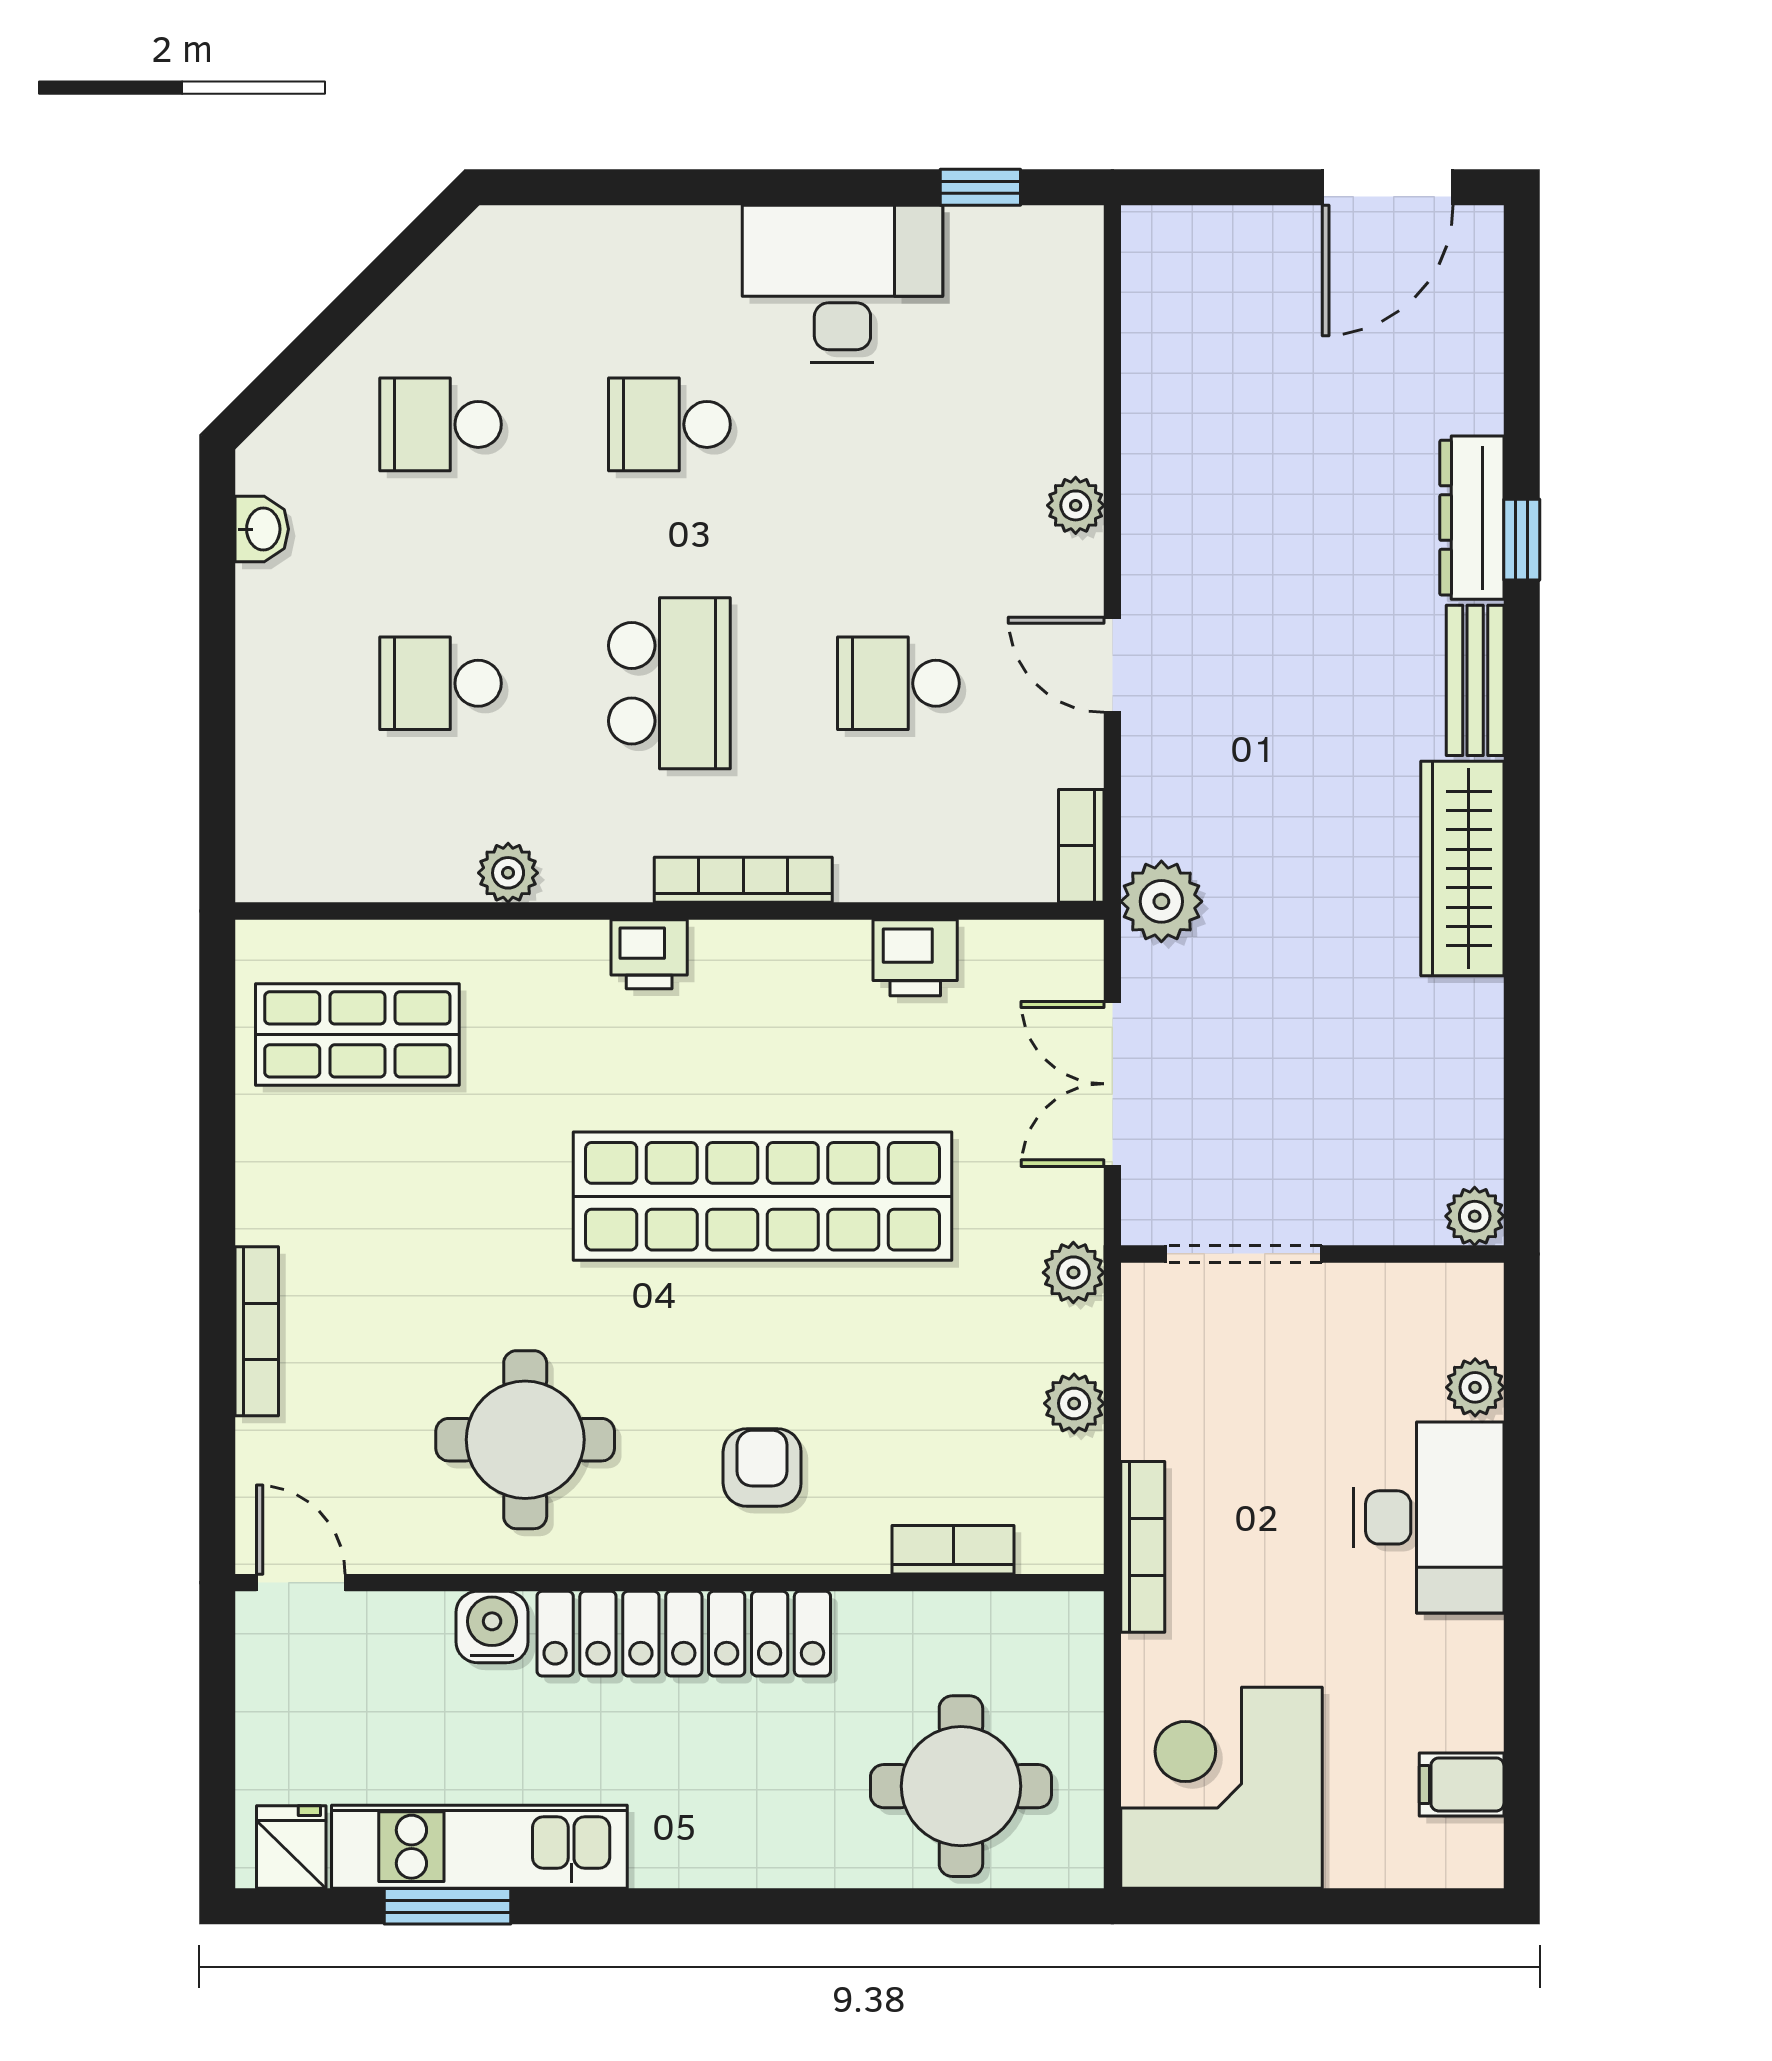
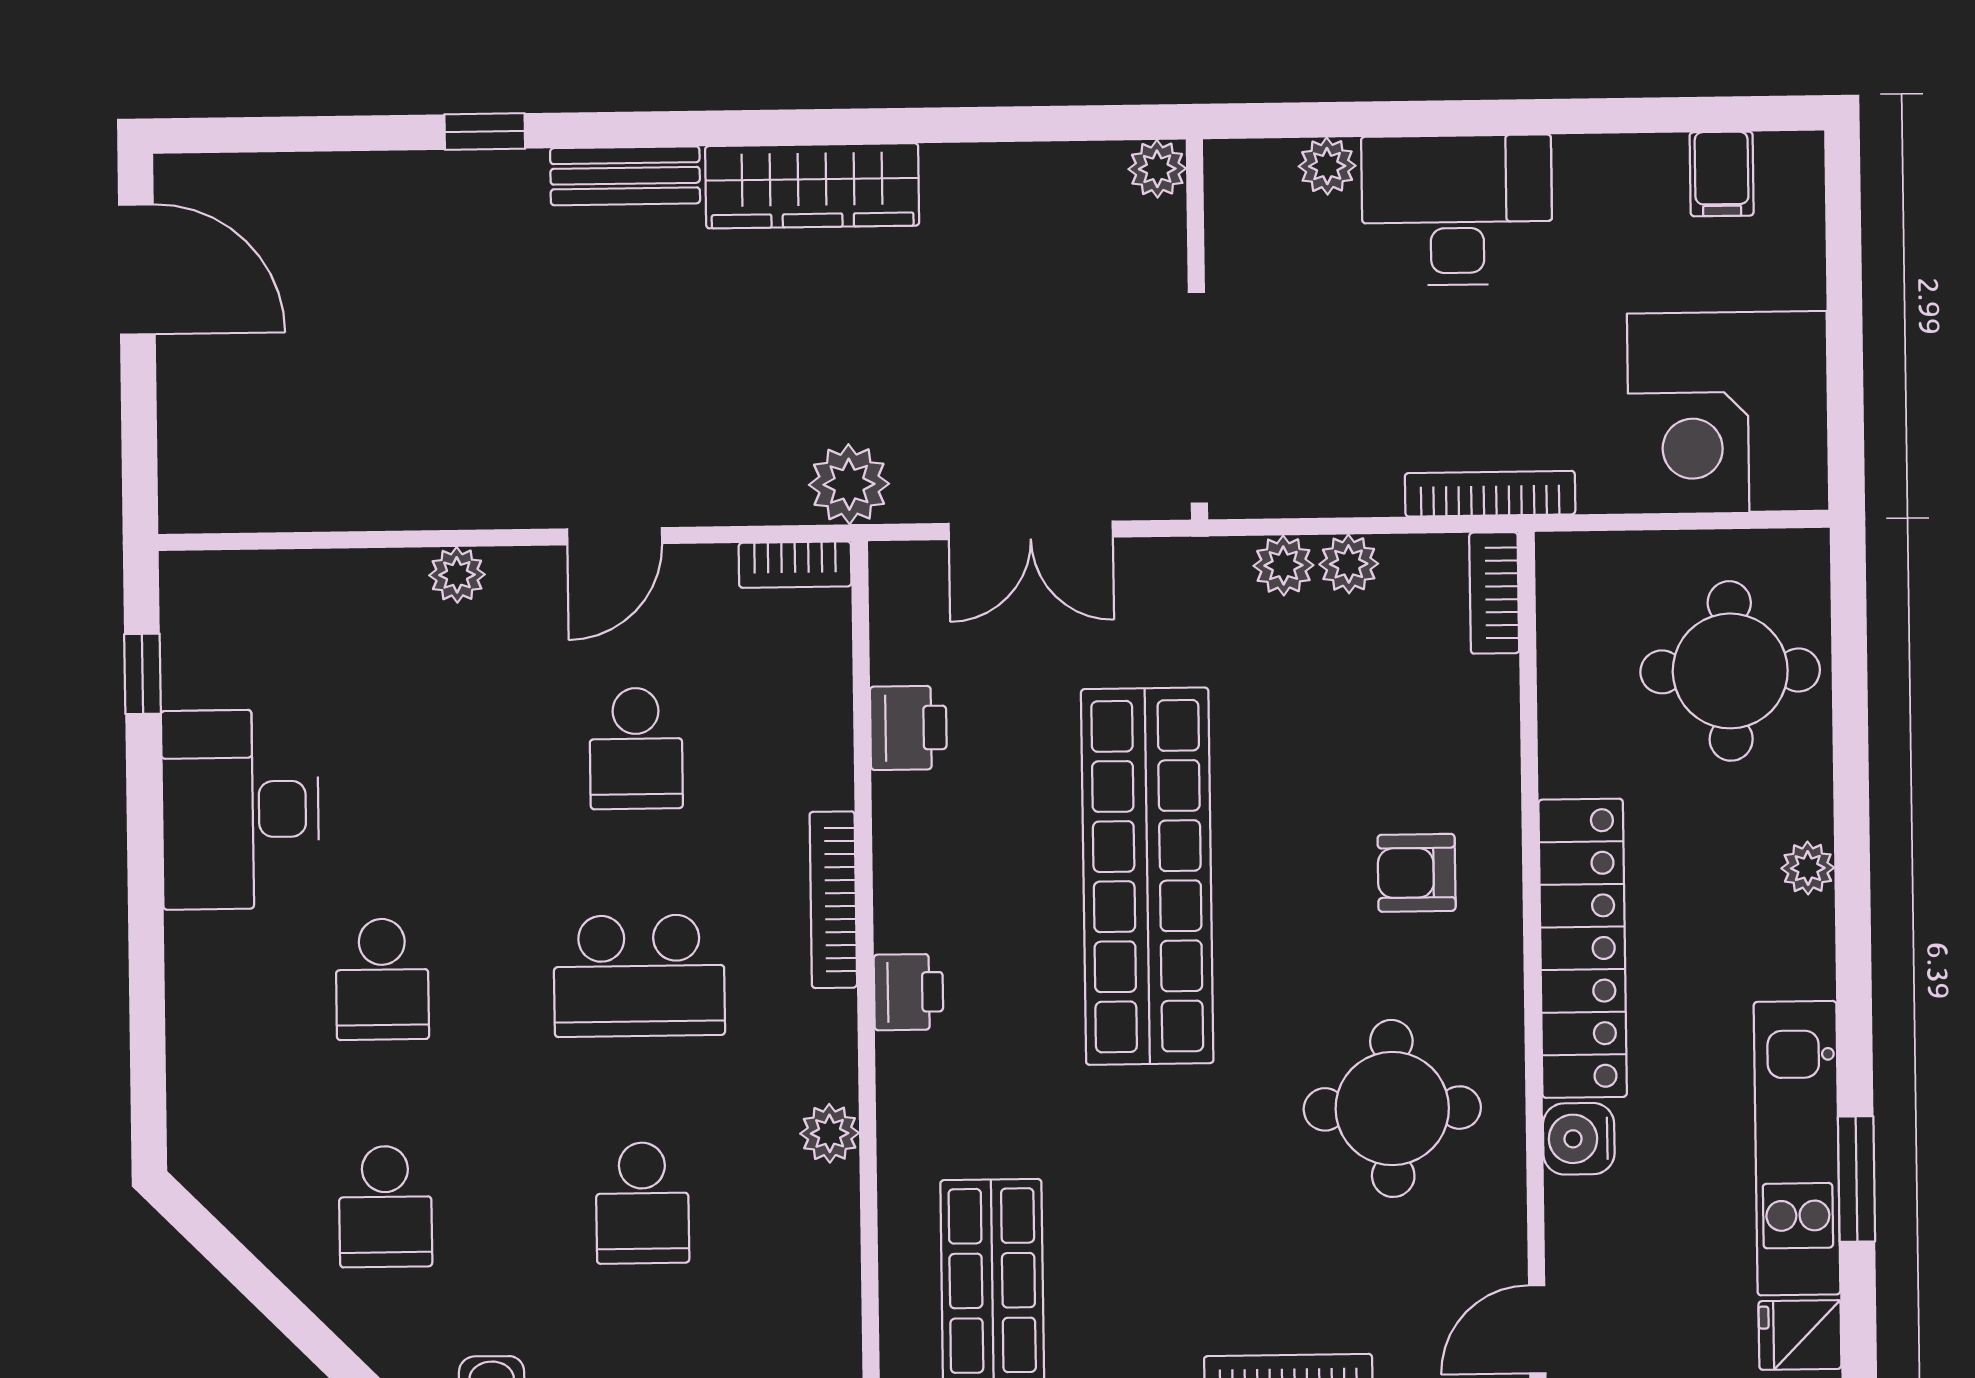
dresser: (1472, 518) -> (464, 181), removed
school desk: (669, 683) -> (639, 976), turned 180
doorway: (1244, 1254) -> (1198, 398), width x1.36
plant: (1073, 1273) -> (1283, 565), moved
bookcase: (953, 1550) -> (1494, 593), moved
plant: (761, 1862) -> (1808, 868), added

